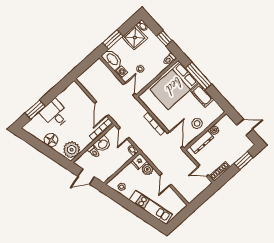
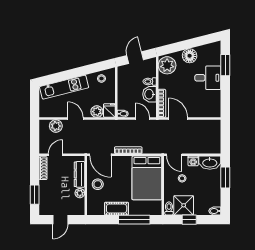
shower: (135, 38) -> (184, 205), moved
bed: (174, 86) -> (147, 178), moved, turned 180
plant: (183, 189) -> (56, 126), added

